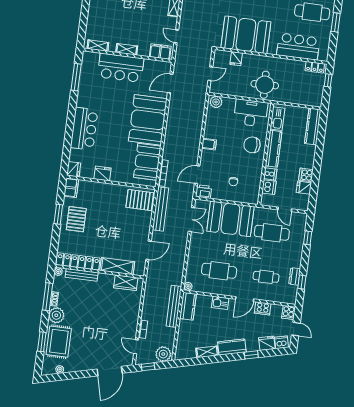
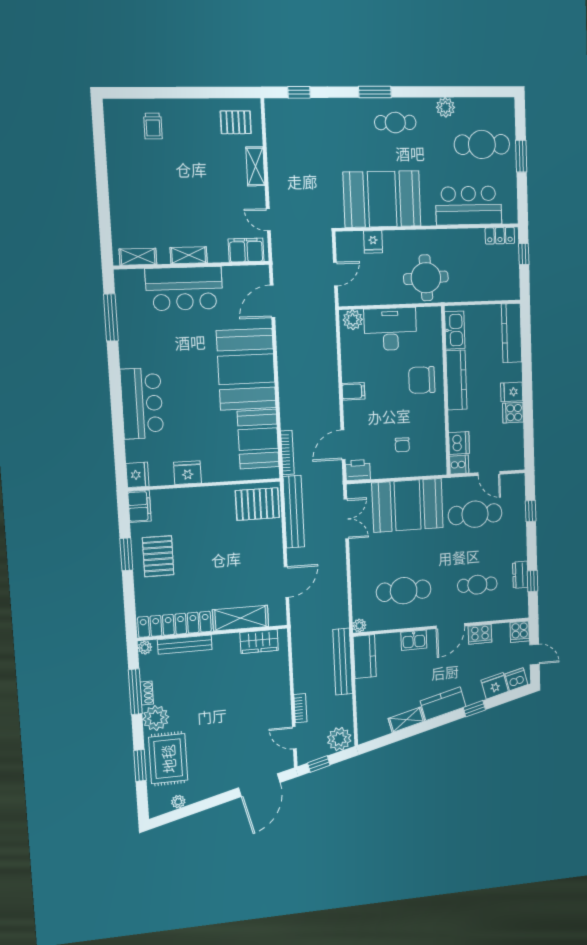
desk: (251, 113) -> (390, 329), moved
cooker: (270, 174) -> (459, 465), moved
fridge: (304, 188) -> (512, 392), moved

